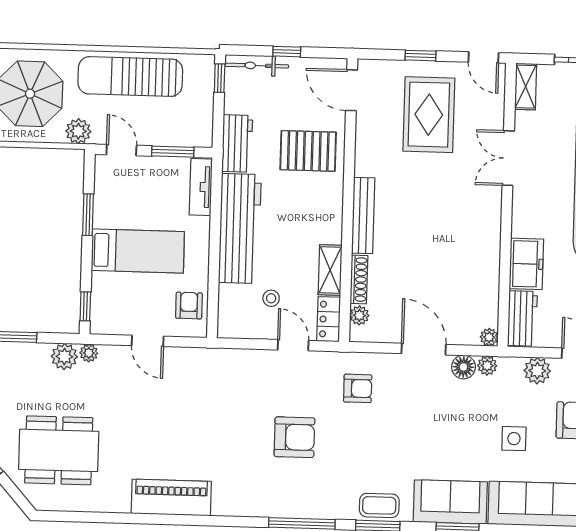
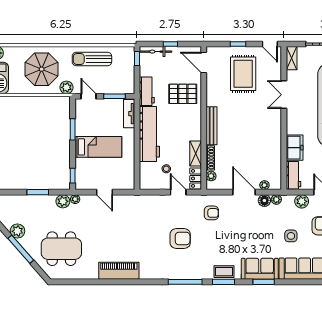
sun lounger: (130, 77) -> (92, 59), width x0.73, depth x0.75
armchair: (189, 306) -> (125, 174), removed
plant: (489, 337) -> (264, 185), moved

